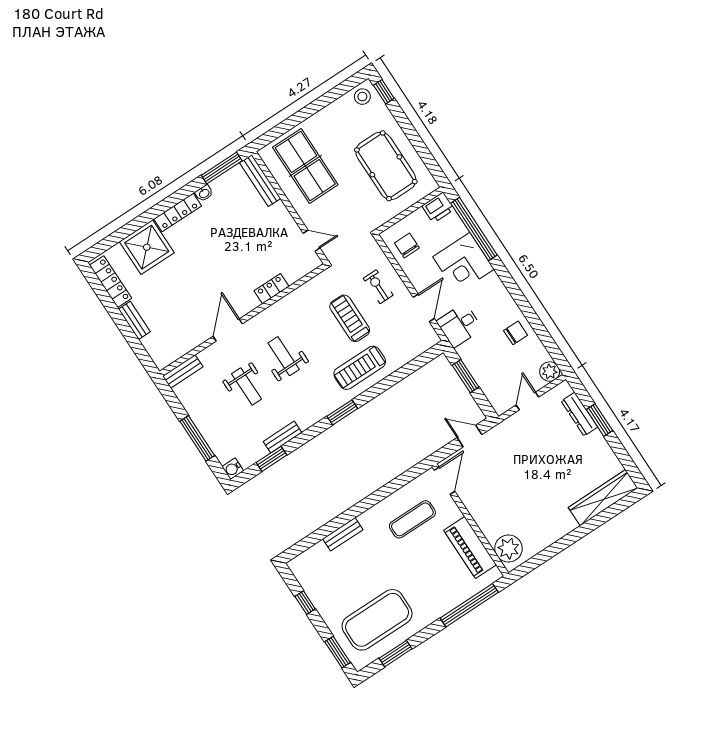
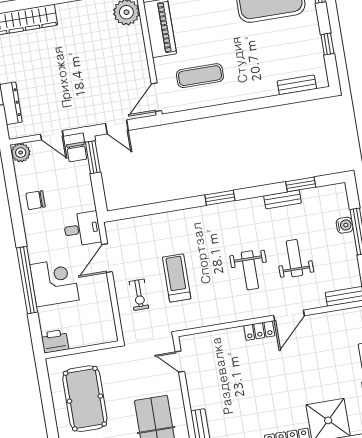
window: (474, 229) -> (27, 280), moved
chair: (407, 246) -> (77, 152), moved
locker: (271, 289) -> (259, 331), moved
treadmill: (350, 318) -> (177, 278), turned 180
treadmill: (360, 368) -> (187, 230), removed
window: (465, 376) -> (93, 157), moved
door: (527, 401) -> (52, 135), hinge flipped
water cooler: (233, 469) -> (345, 225), moved
bench: (343, 534) -> (297, 85), moved

